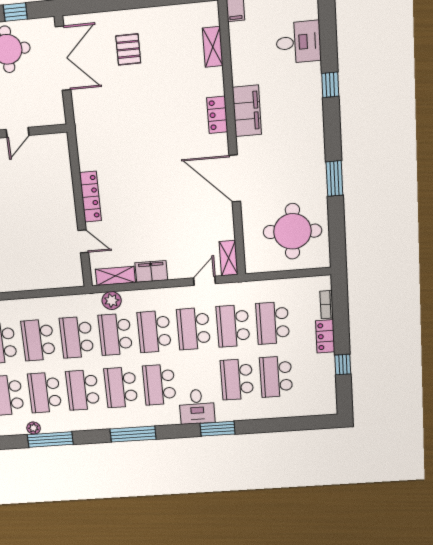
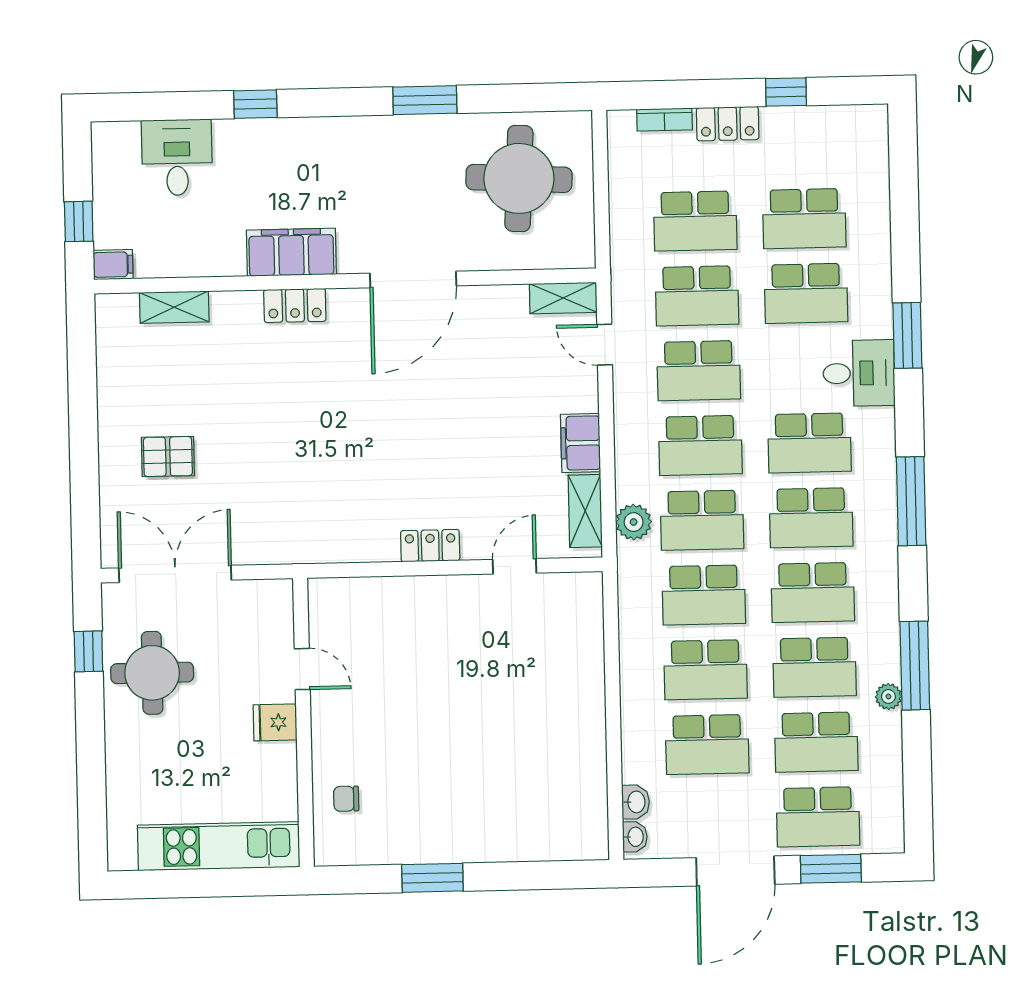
locker: (90, 197) -> (430, 546), width x0.66

